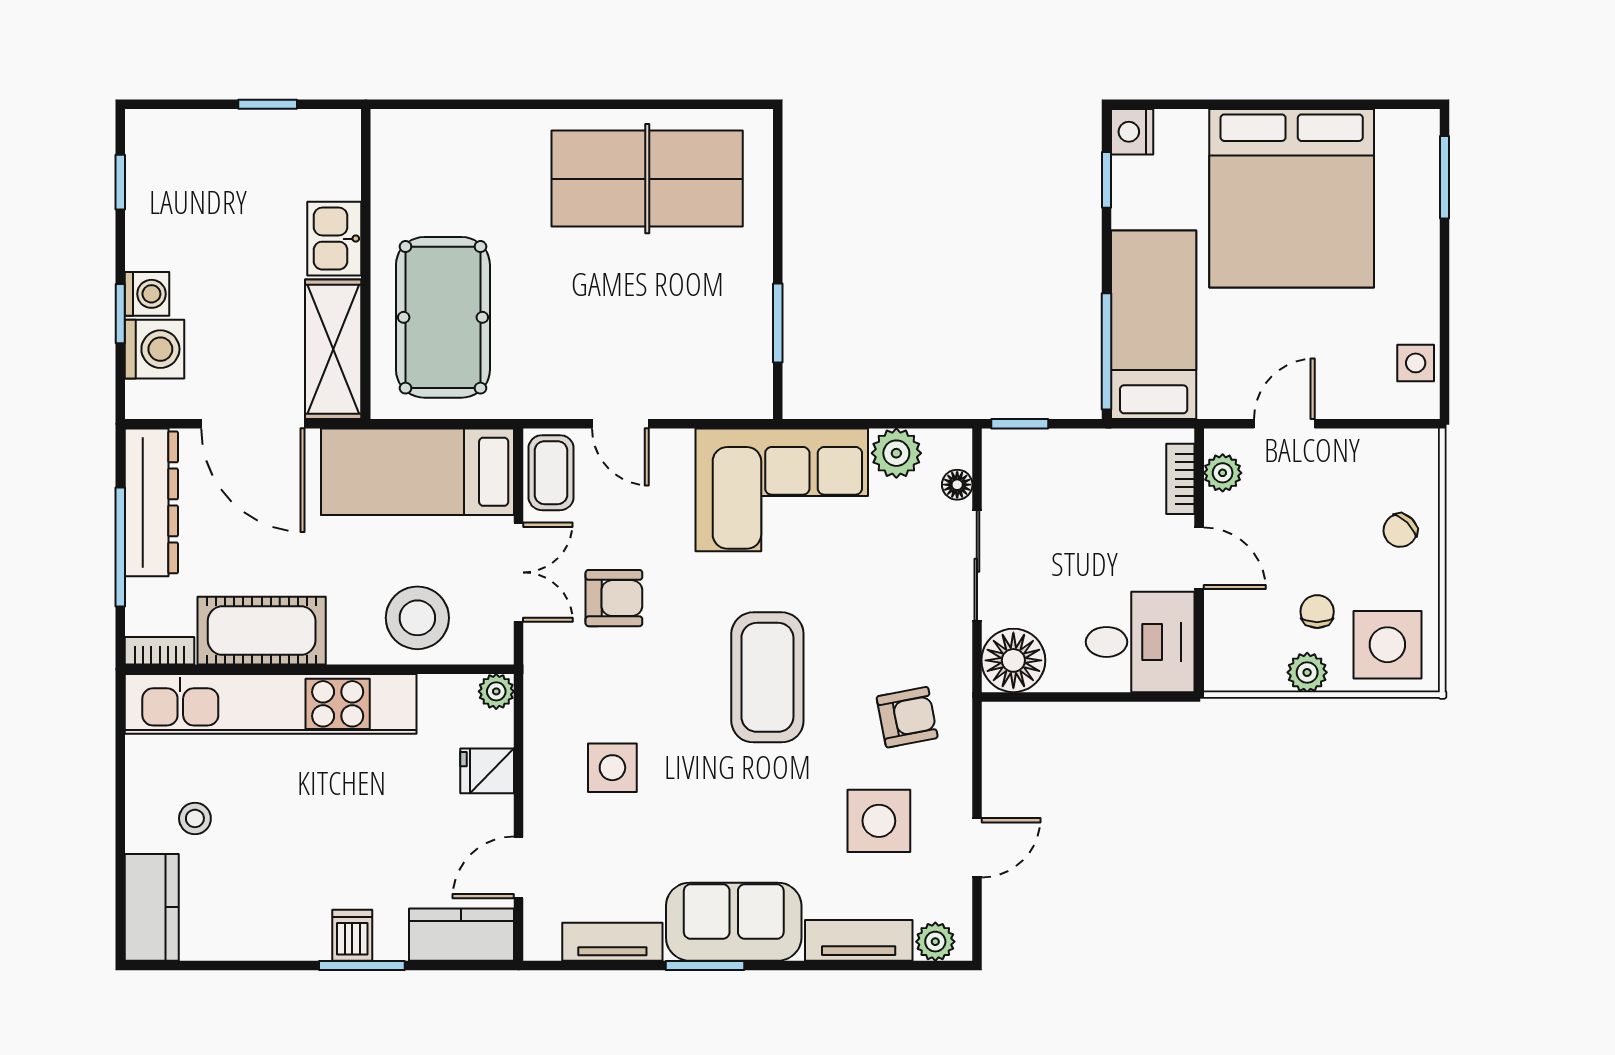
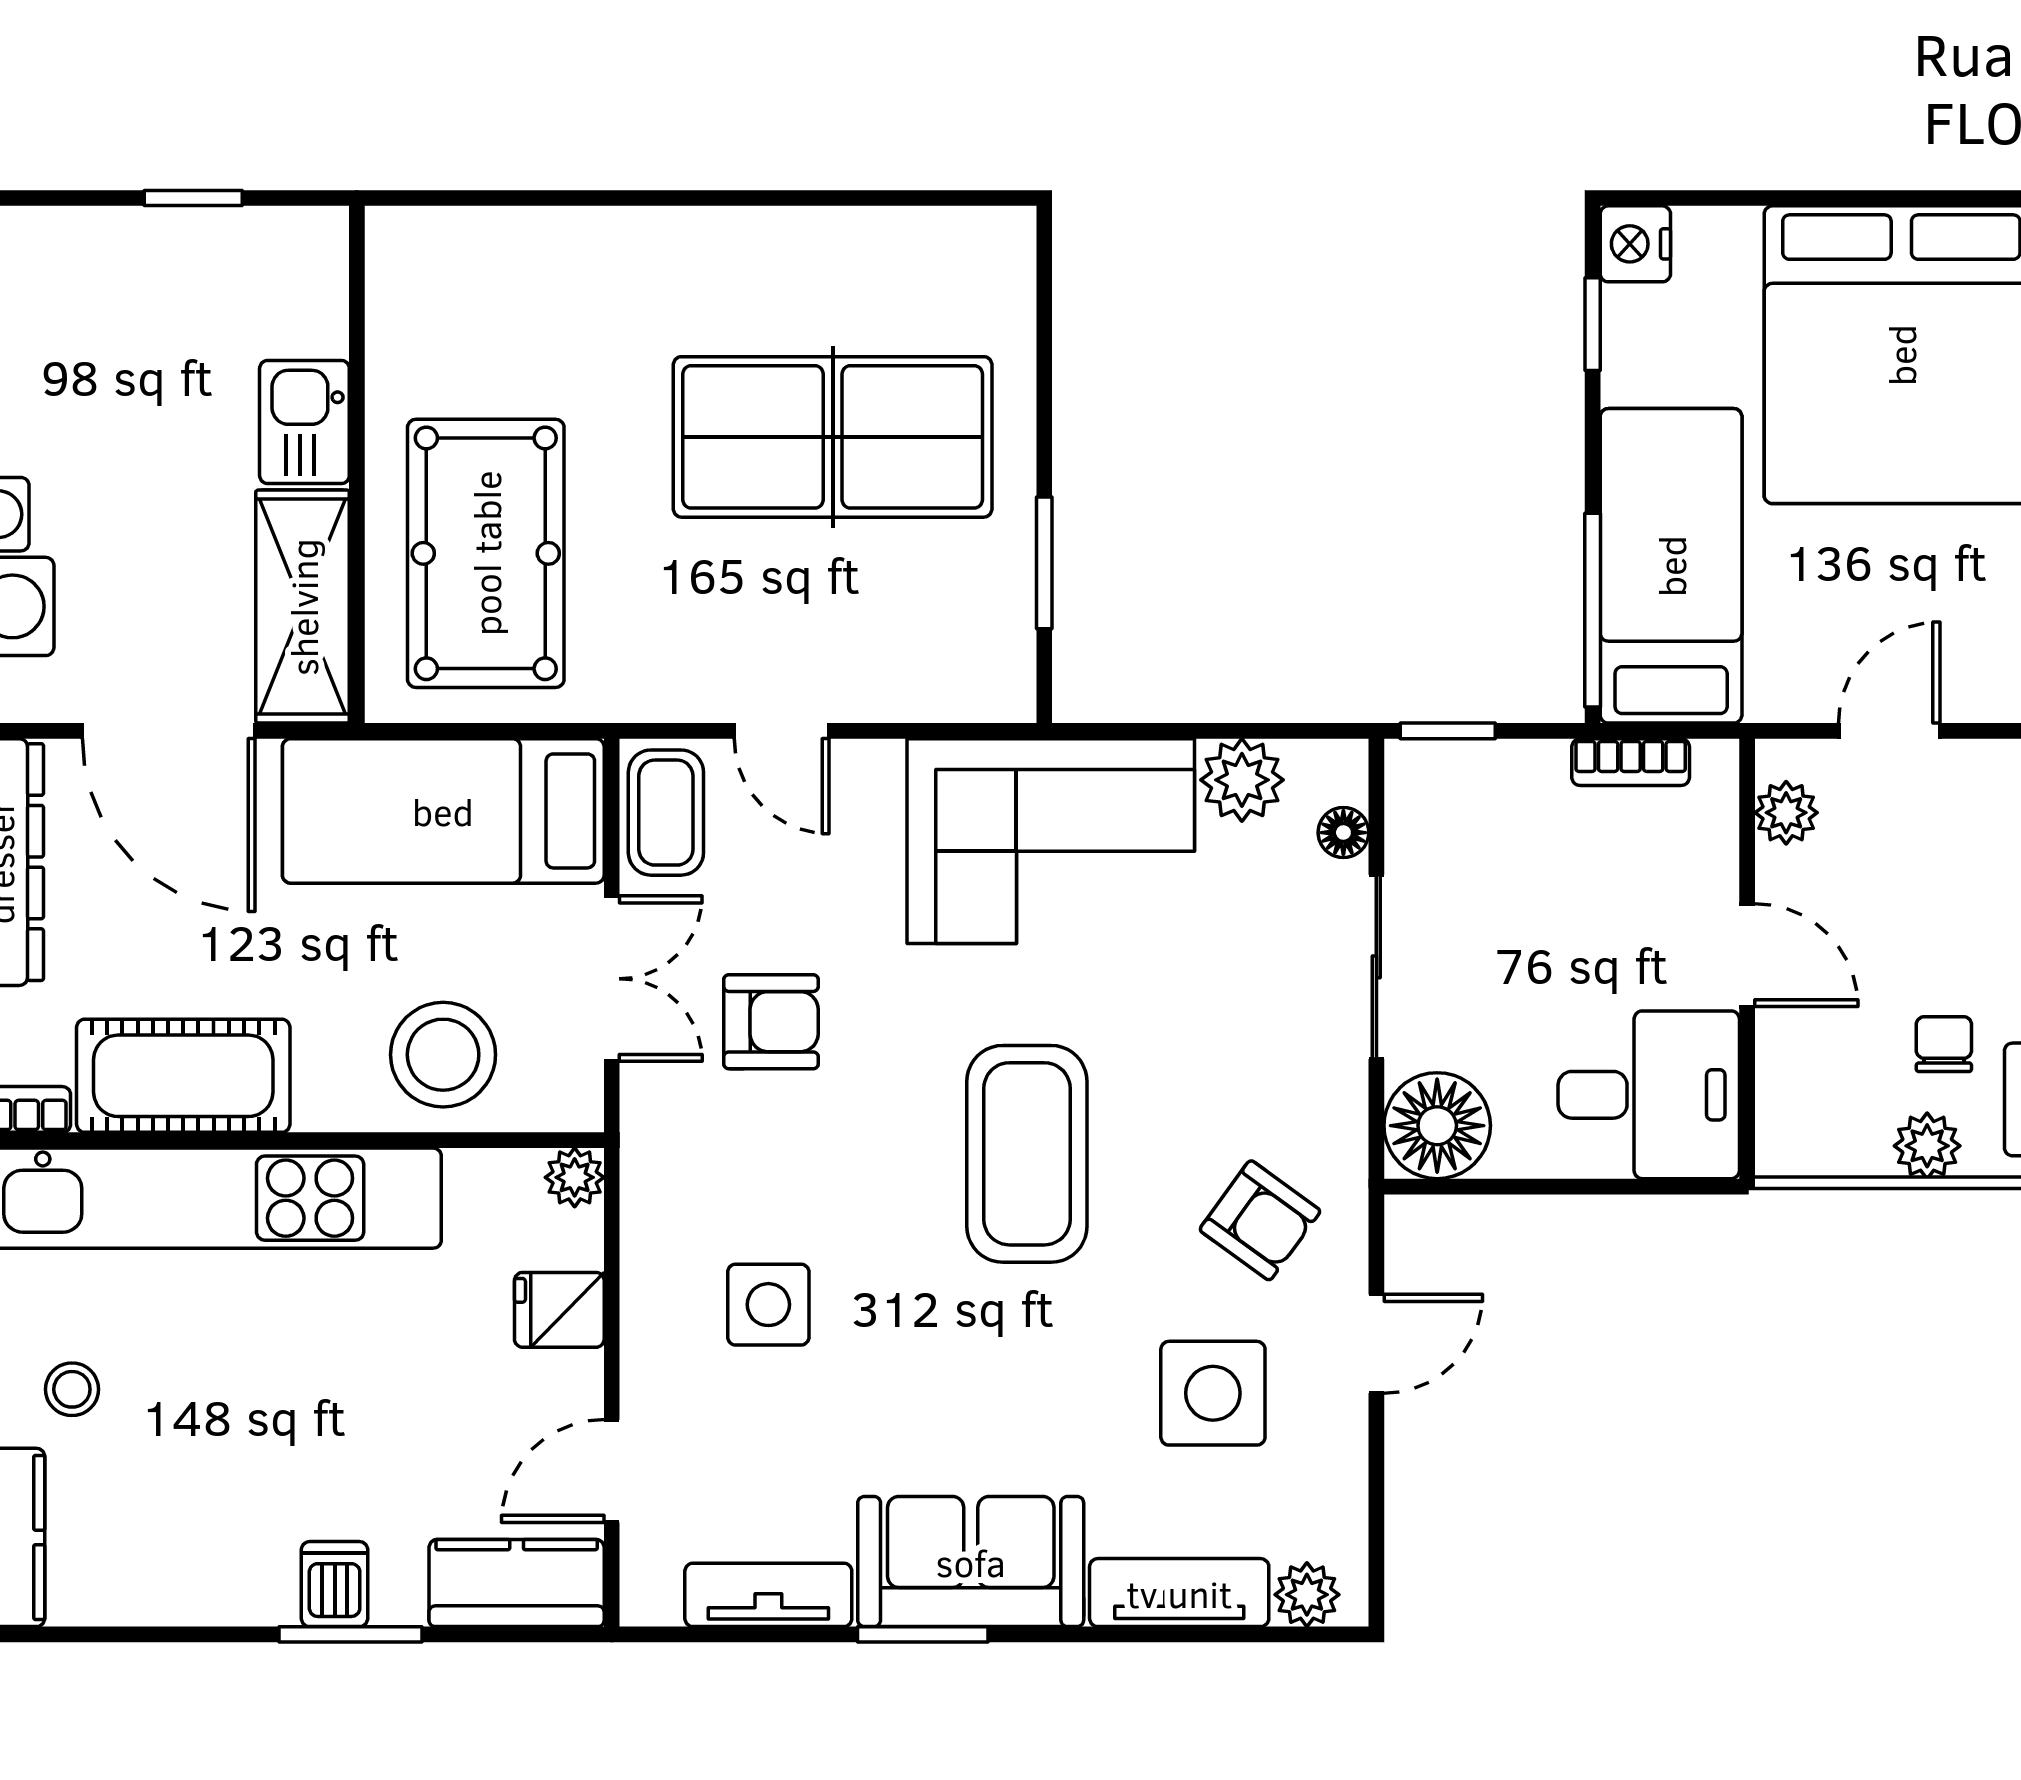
table tennis table: (647, 179) -> (833, 437), moved
bookcase: (1180, 479) -> (1631, 762), moved, turned -90
armchair: (907, 717) -> (1260, 1220), turned 47
door: (977, 848) -> (1376, 1344), moved

